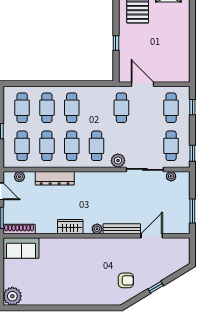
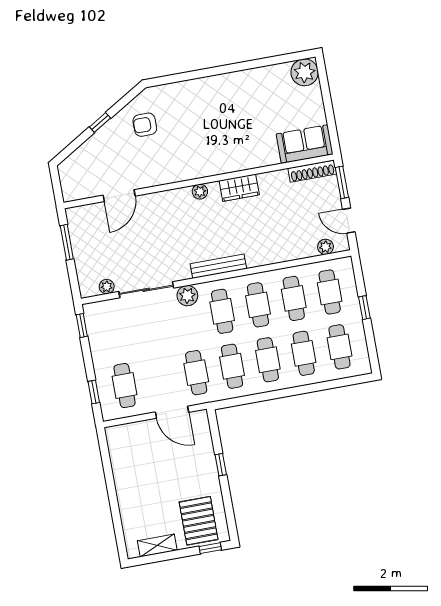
cafe table: (171, 146) -> (232, 366), moved
dresser: (55, 178) -> (274, 254), removed
bench: (122, 229) -> (218, 266), moved

